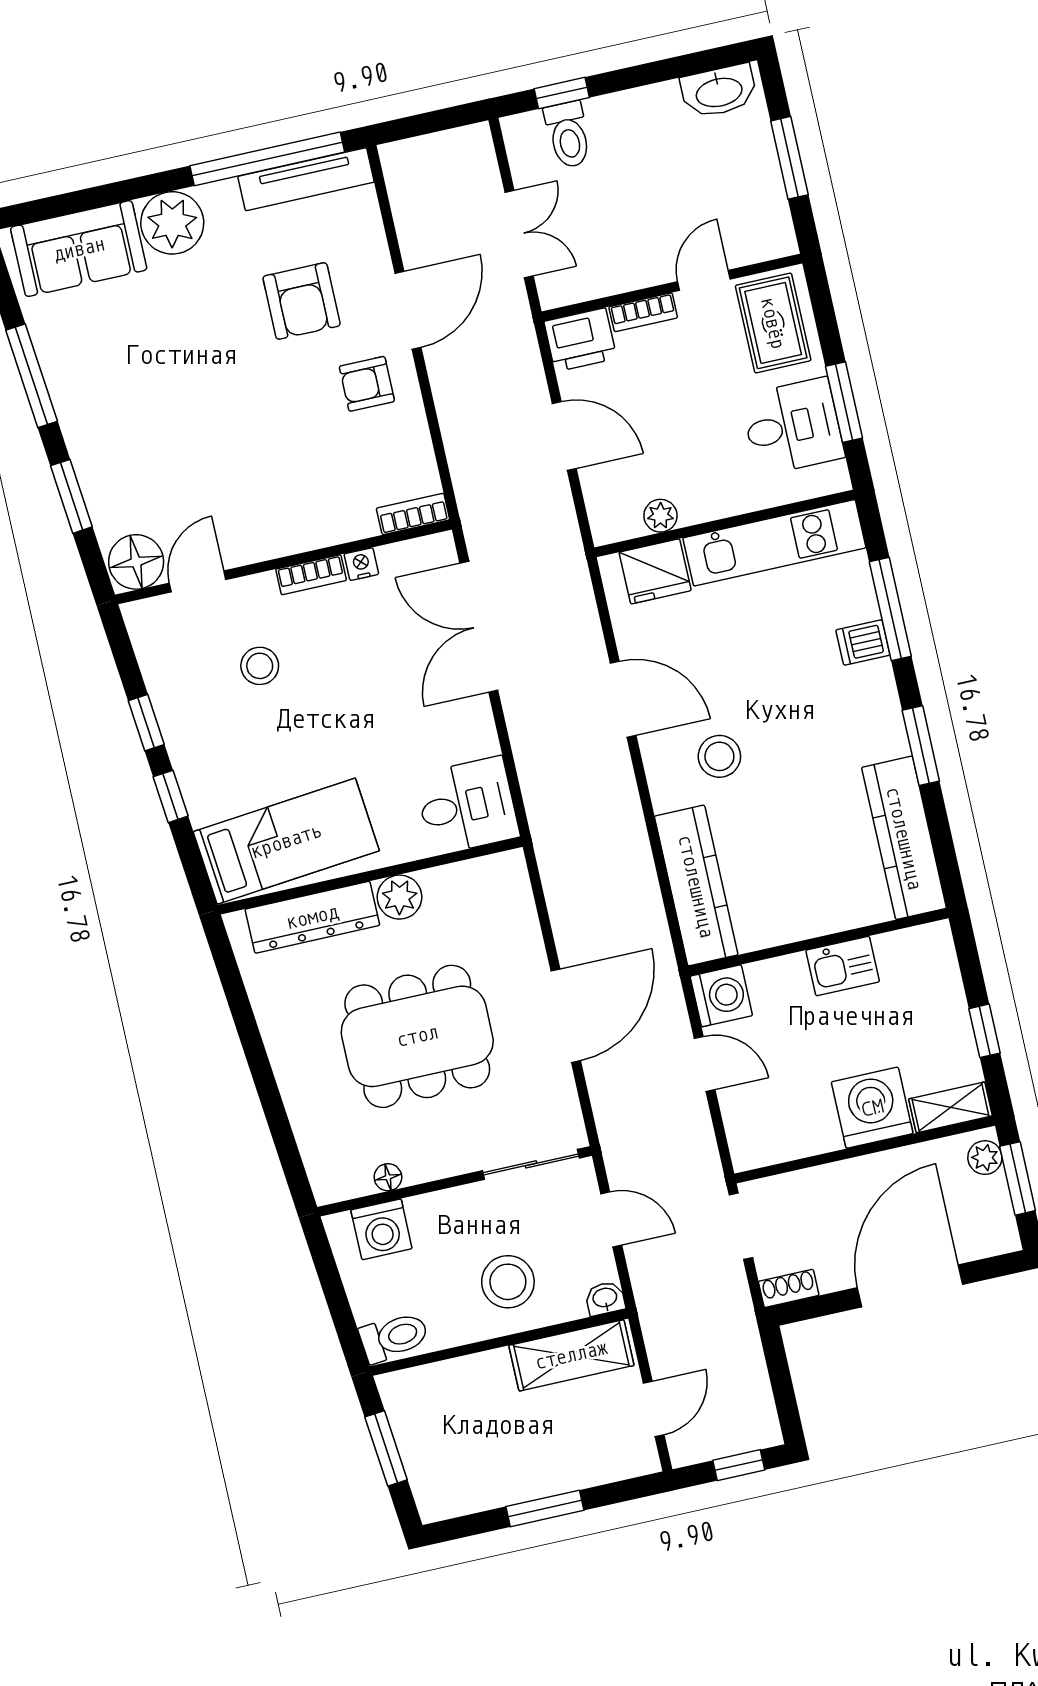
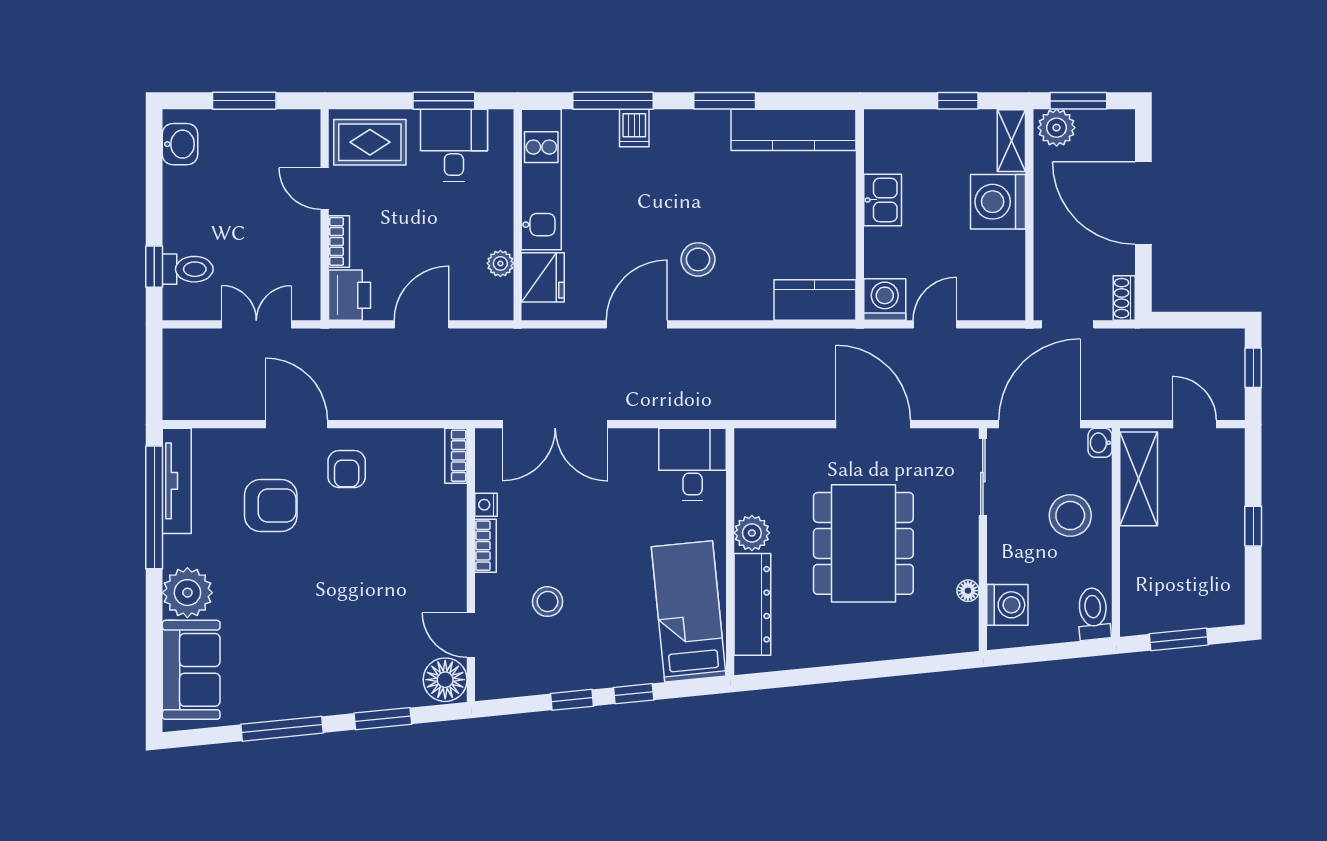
washbasin: (719, 91) -> (180, 144), width x0.72
kitchen counter: (696, 886) -> (815, 300), width x0.67
plant: (985, 1158) -> (1057, 128), width x1.38, depth x1.38
door: (611, 1219) -> (1040, 424), width x1.88
window: (545, 1508) -> (1253, 526), width x0.67

